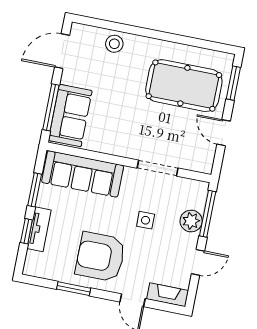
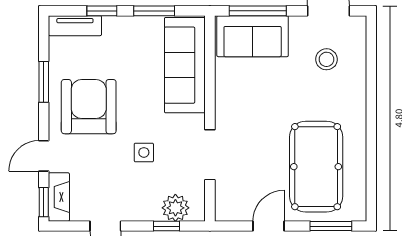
stool: (114, 44) -> (327, 59), moved
window: (208, 214) -> (167, 226), width x0.46
plant: (191, 221) -> (175, 208), moved
tv unit: (39, 229) -> (75, 26), moved
window: (169, 308) -> (44, 202), added

